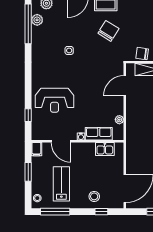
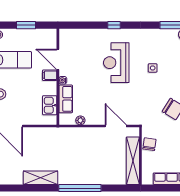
reception desk: (55, 100) -> (116, 63), moved
window: (28, 115) -> (114, 25), moved
door: (61, 141) -> (58, 59), hinge flipped
filing cabinet: (36, 149) -> (50, 75), moved

